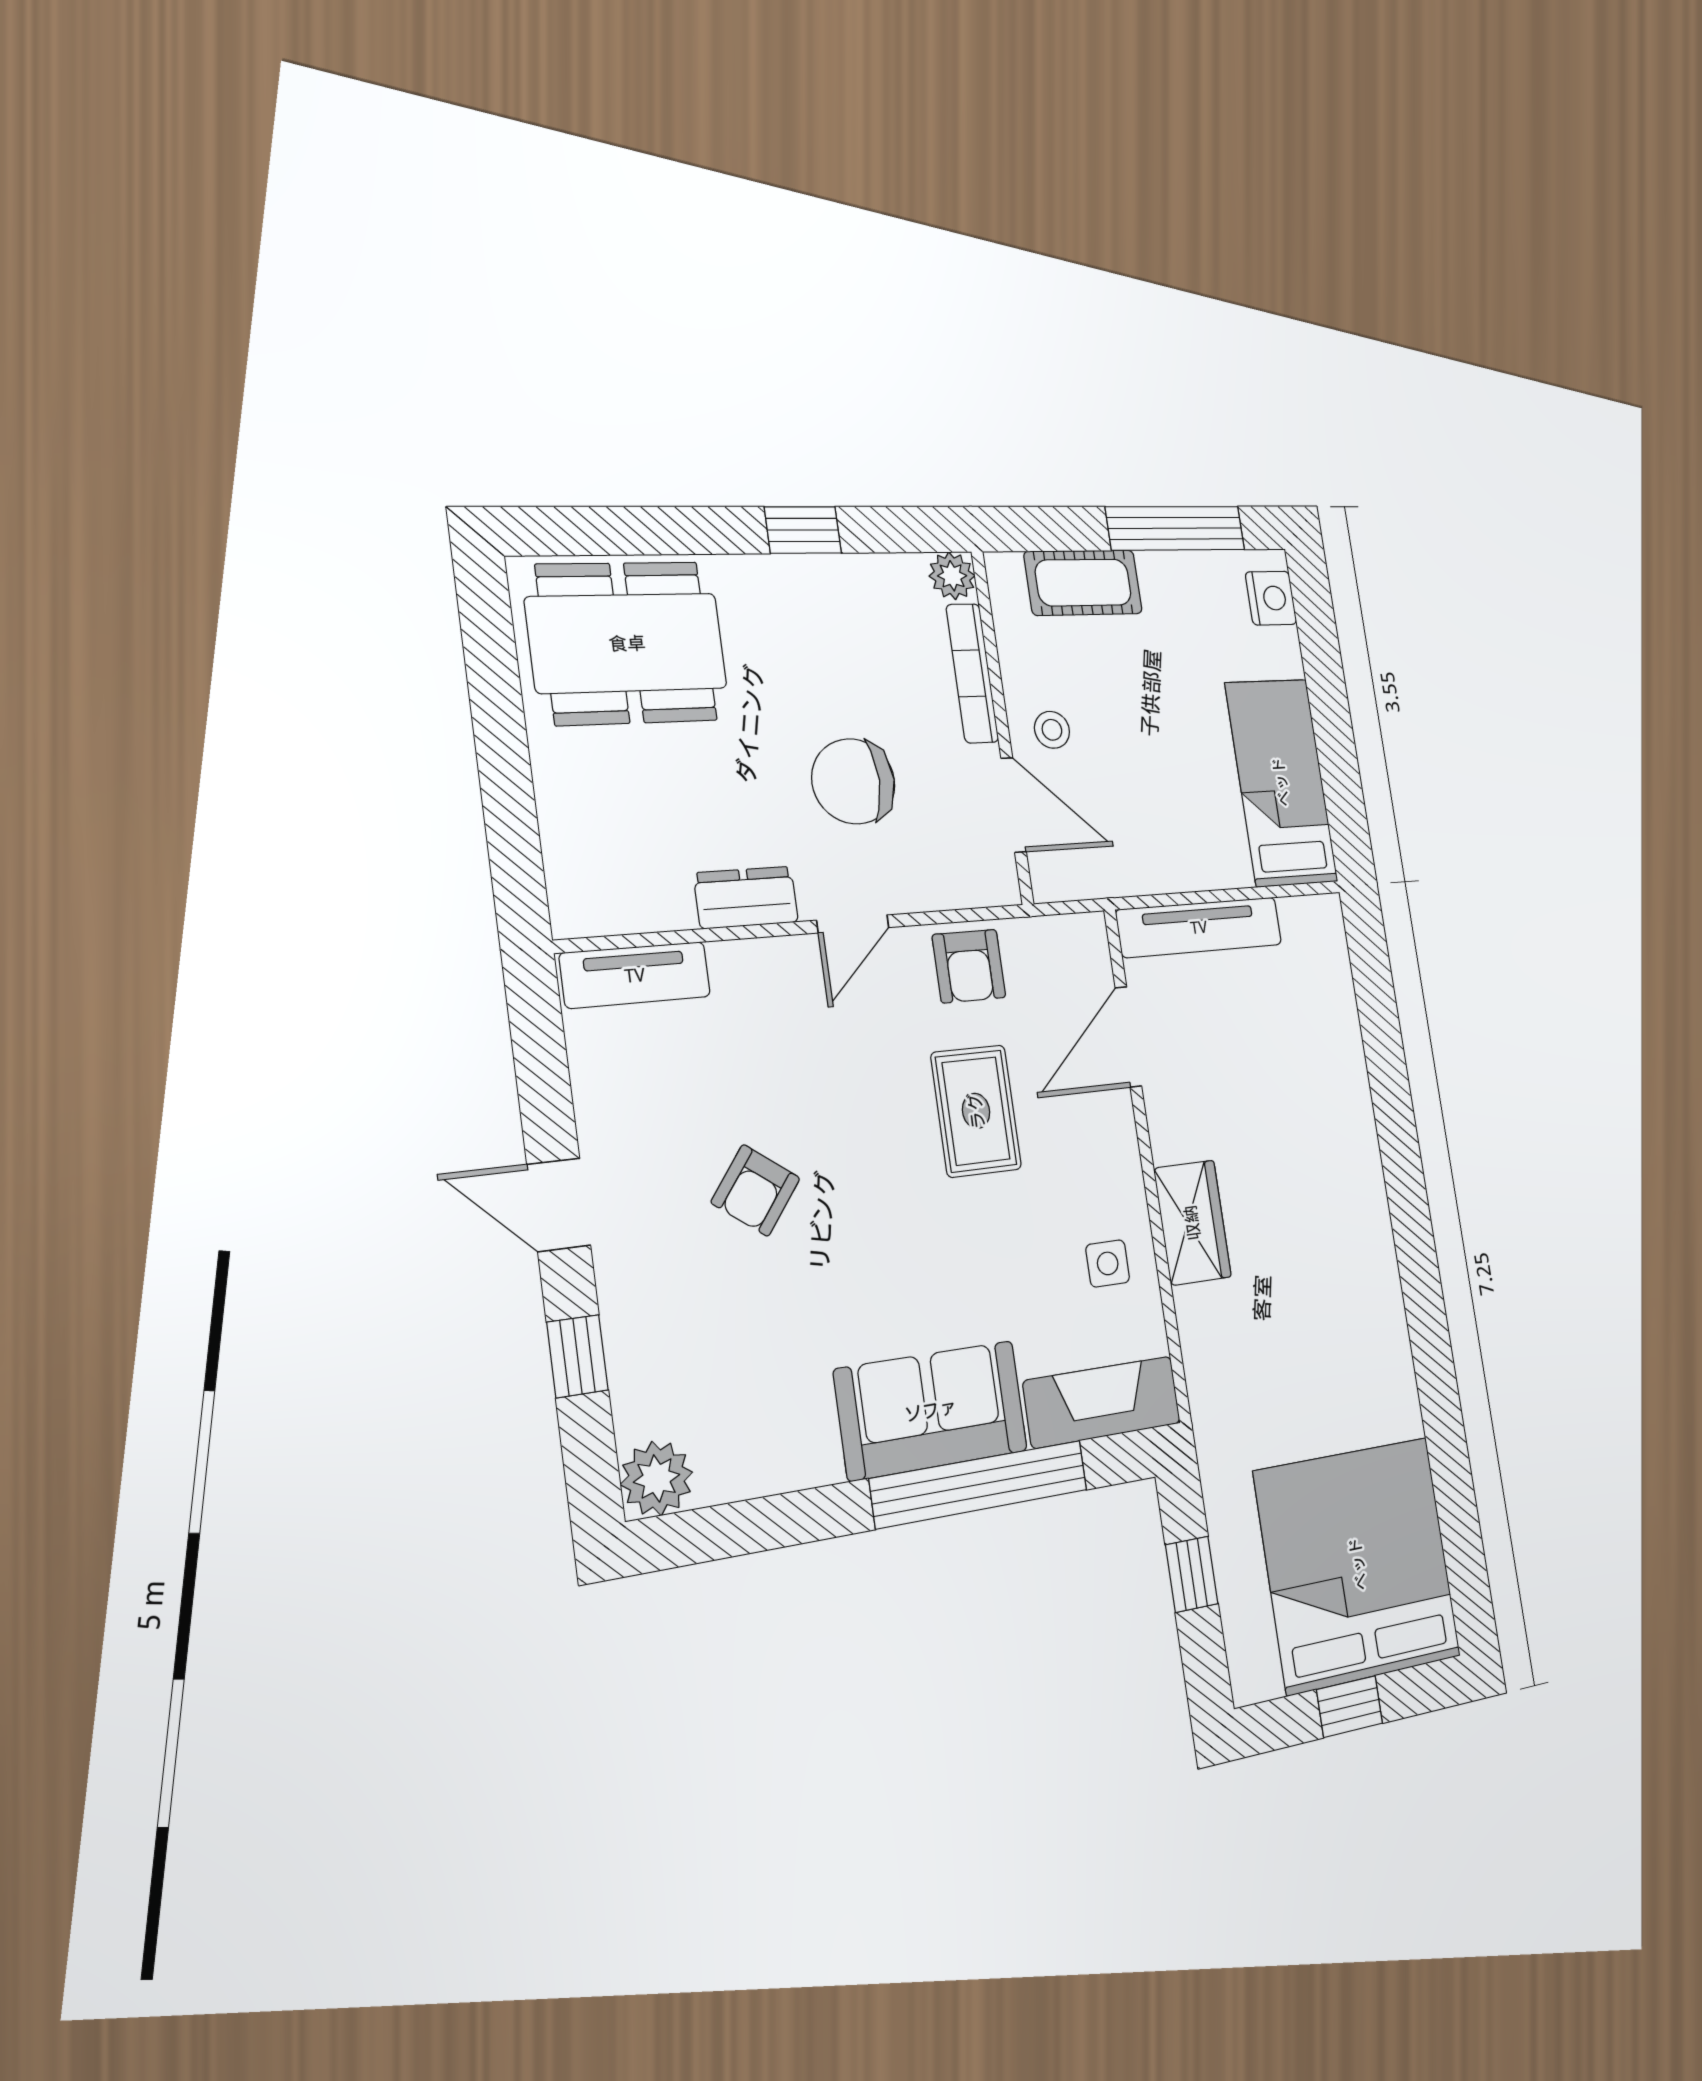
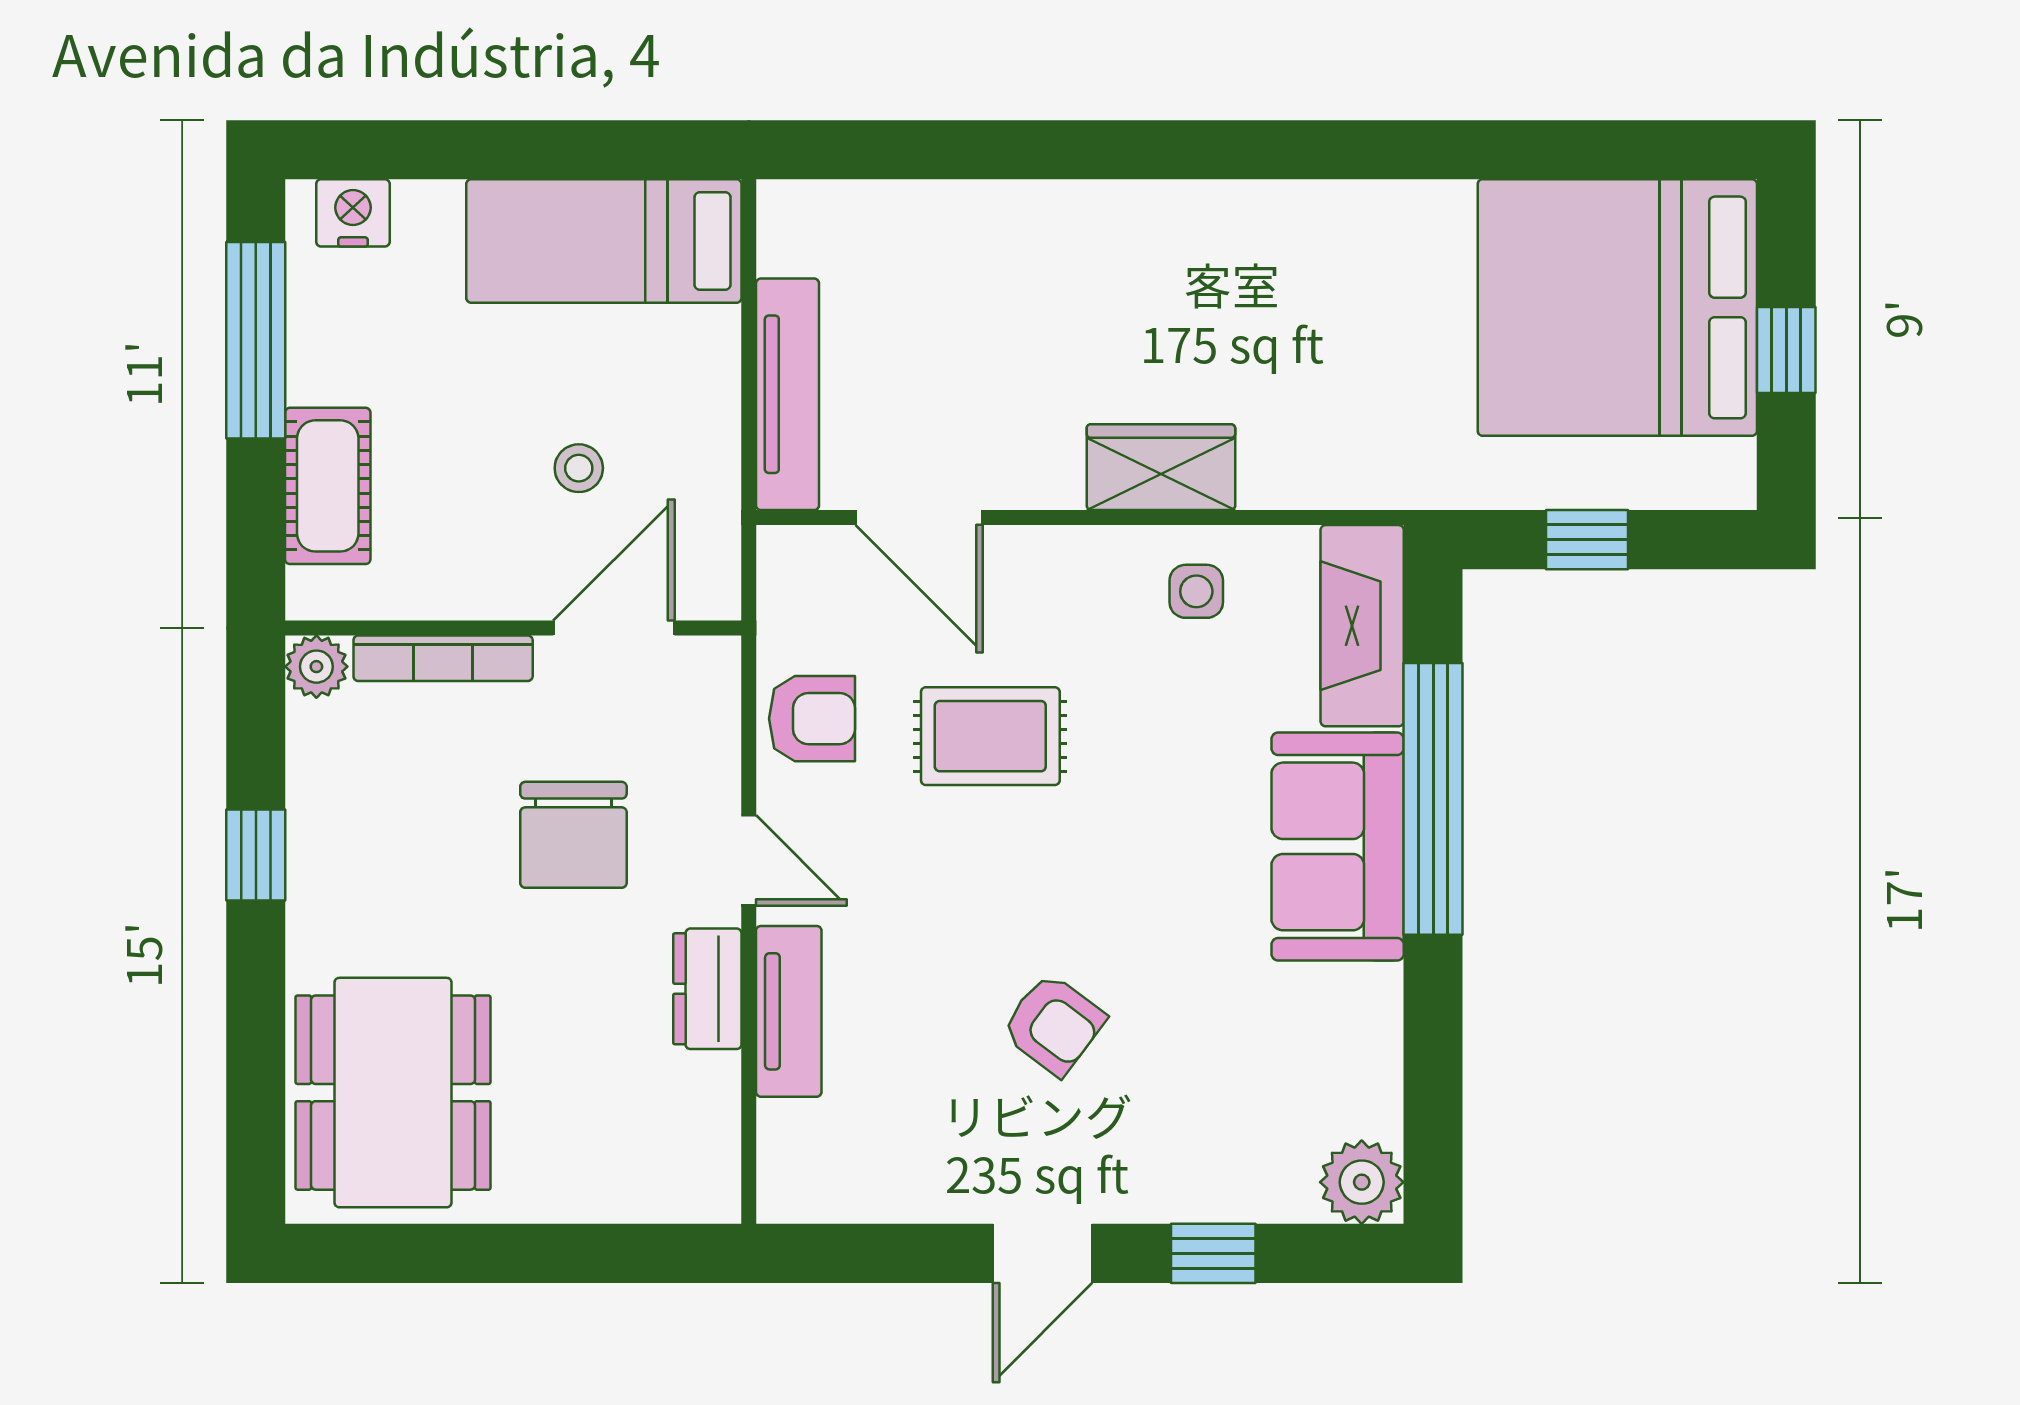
stool: (1052, 730) -> (579, 468), moved
tv unit: (635, 975) -> (789, 1011), moved

